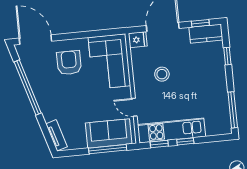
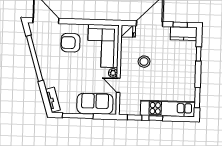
armchair: (69, 63) -> (70, 43), turned -90
plant: (126, 93) -> (113, 73), added
window: (233, 110) -> (197, 98), width x0.69
kitchen unit: (171, 131) -> (168, 109), moved
window: (108, 149) -> (78, 116), moved

